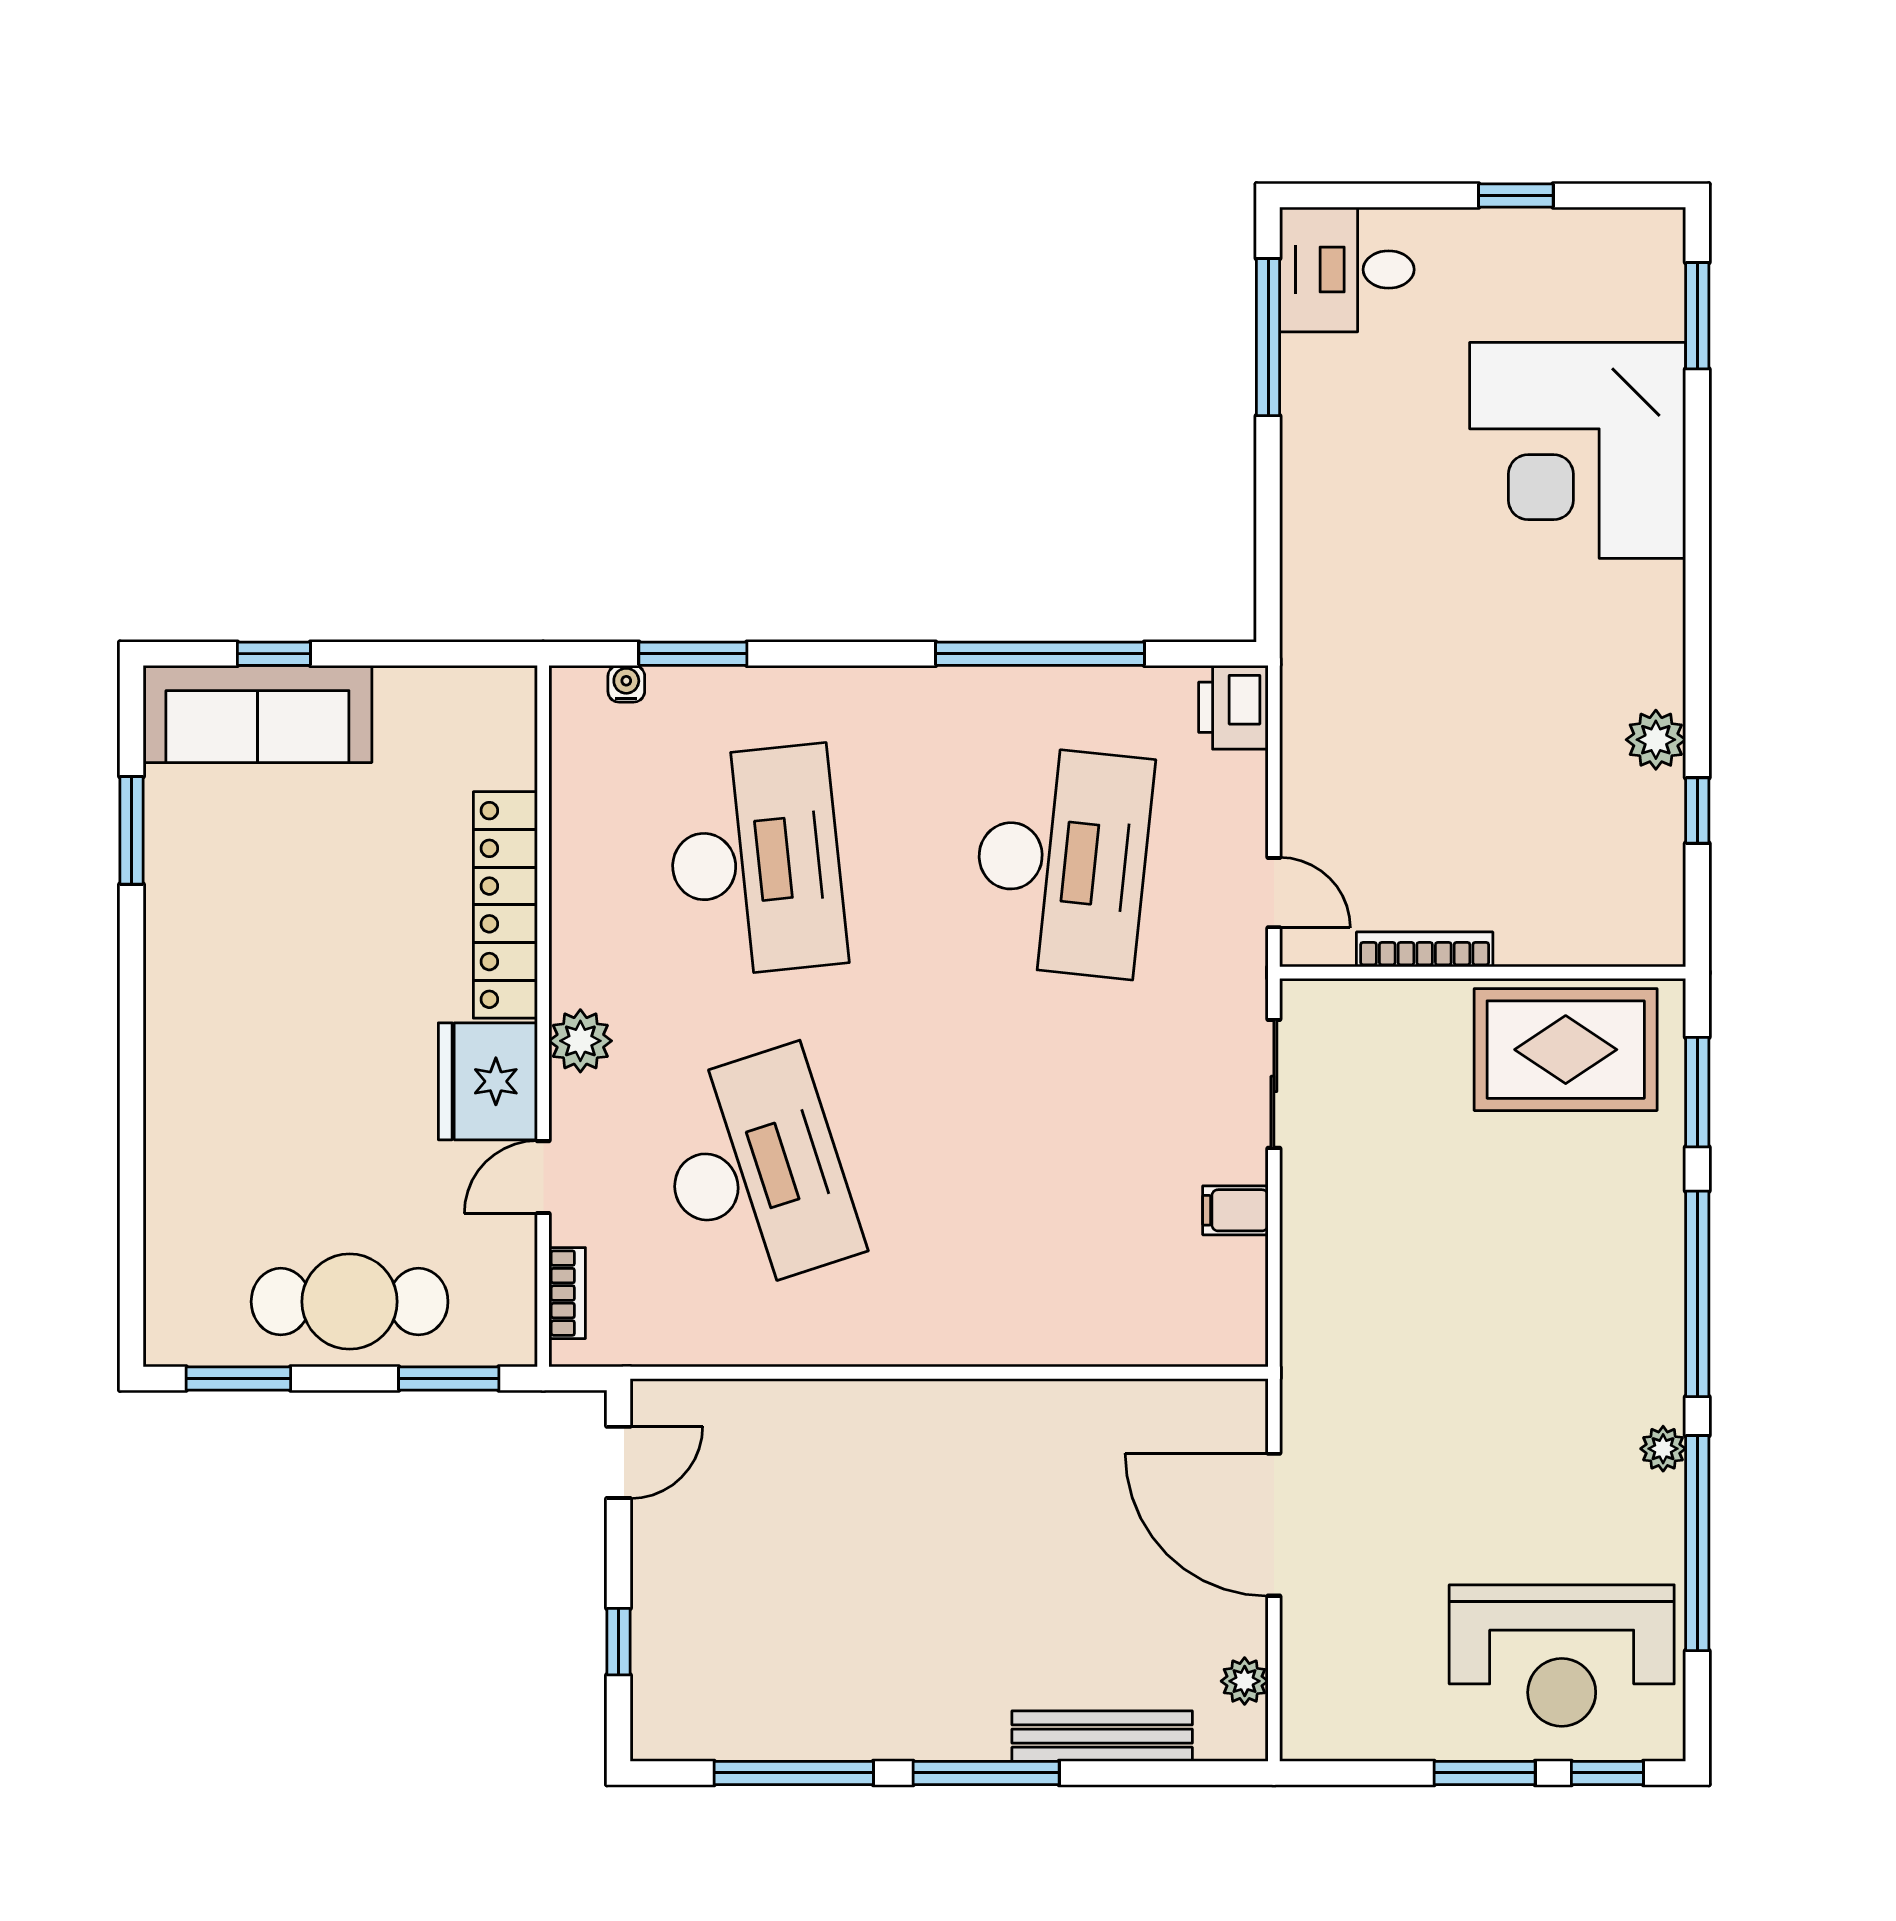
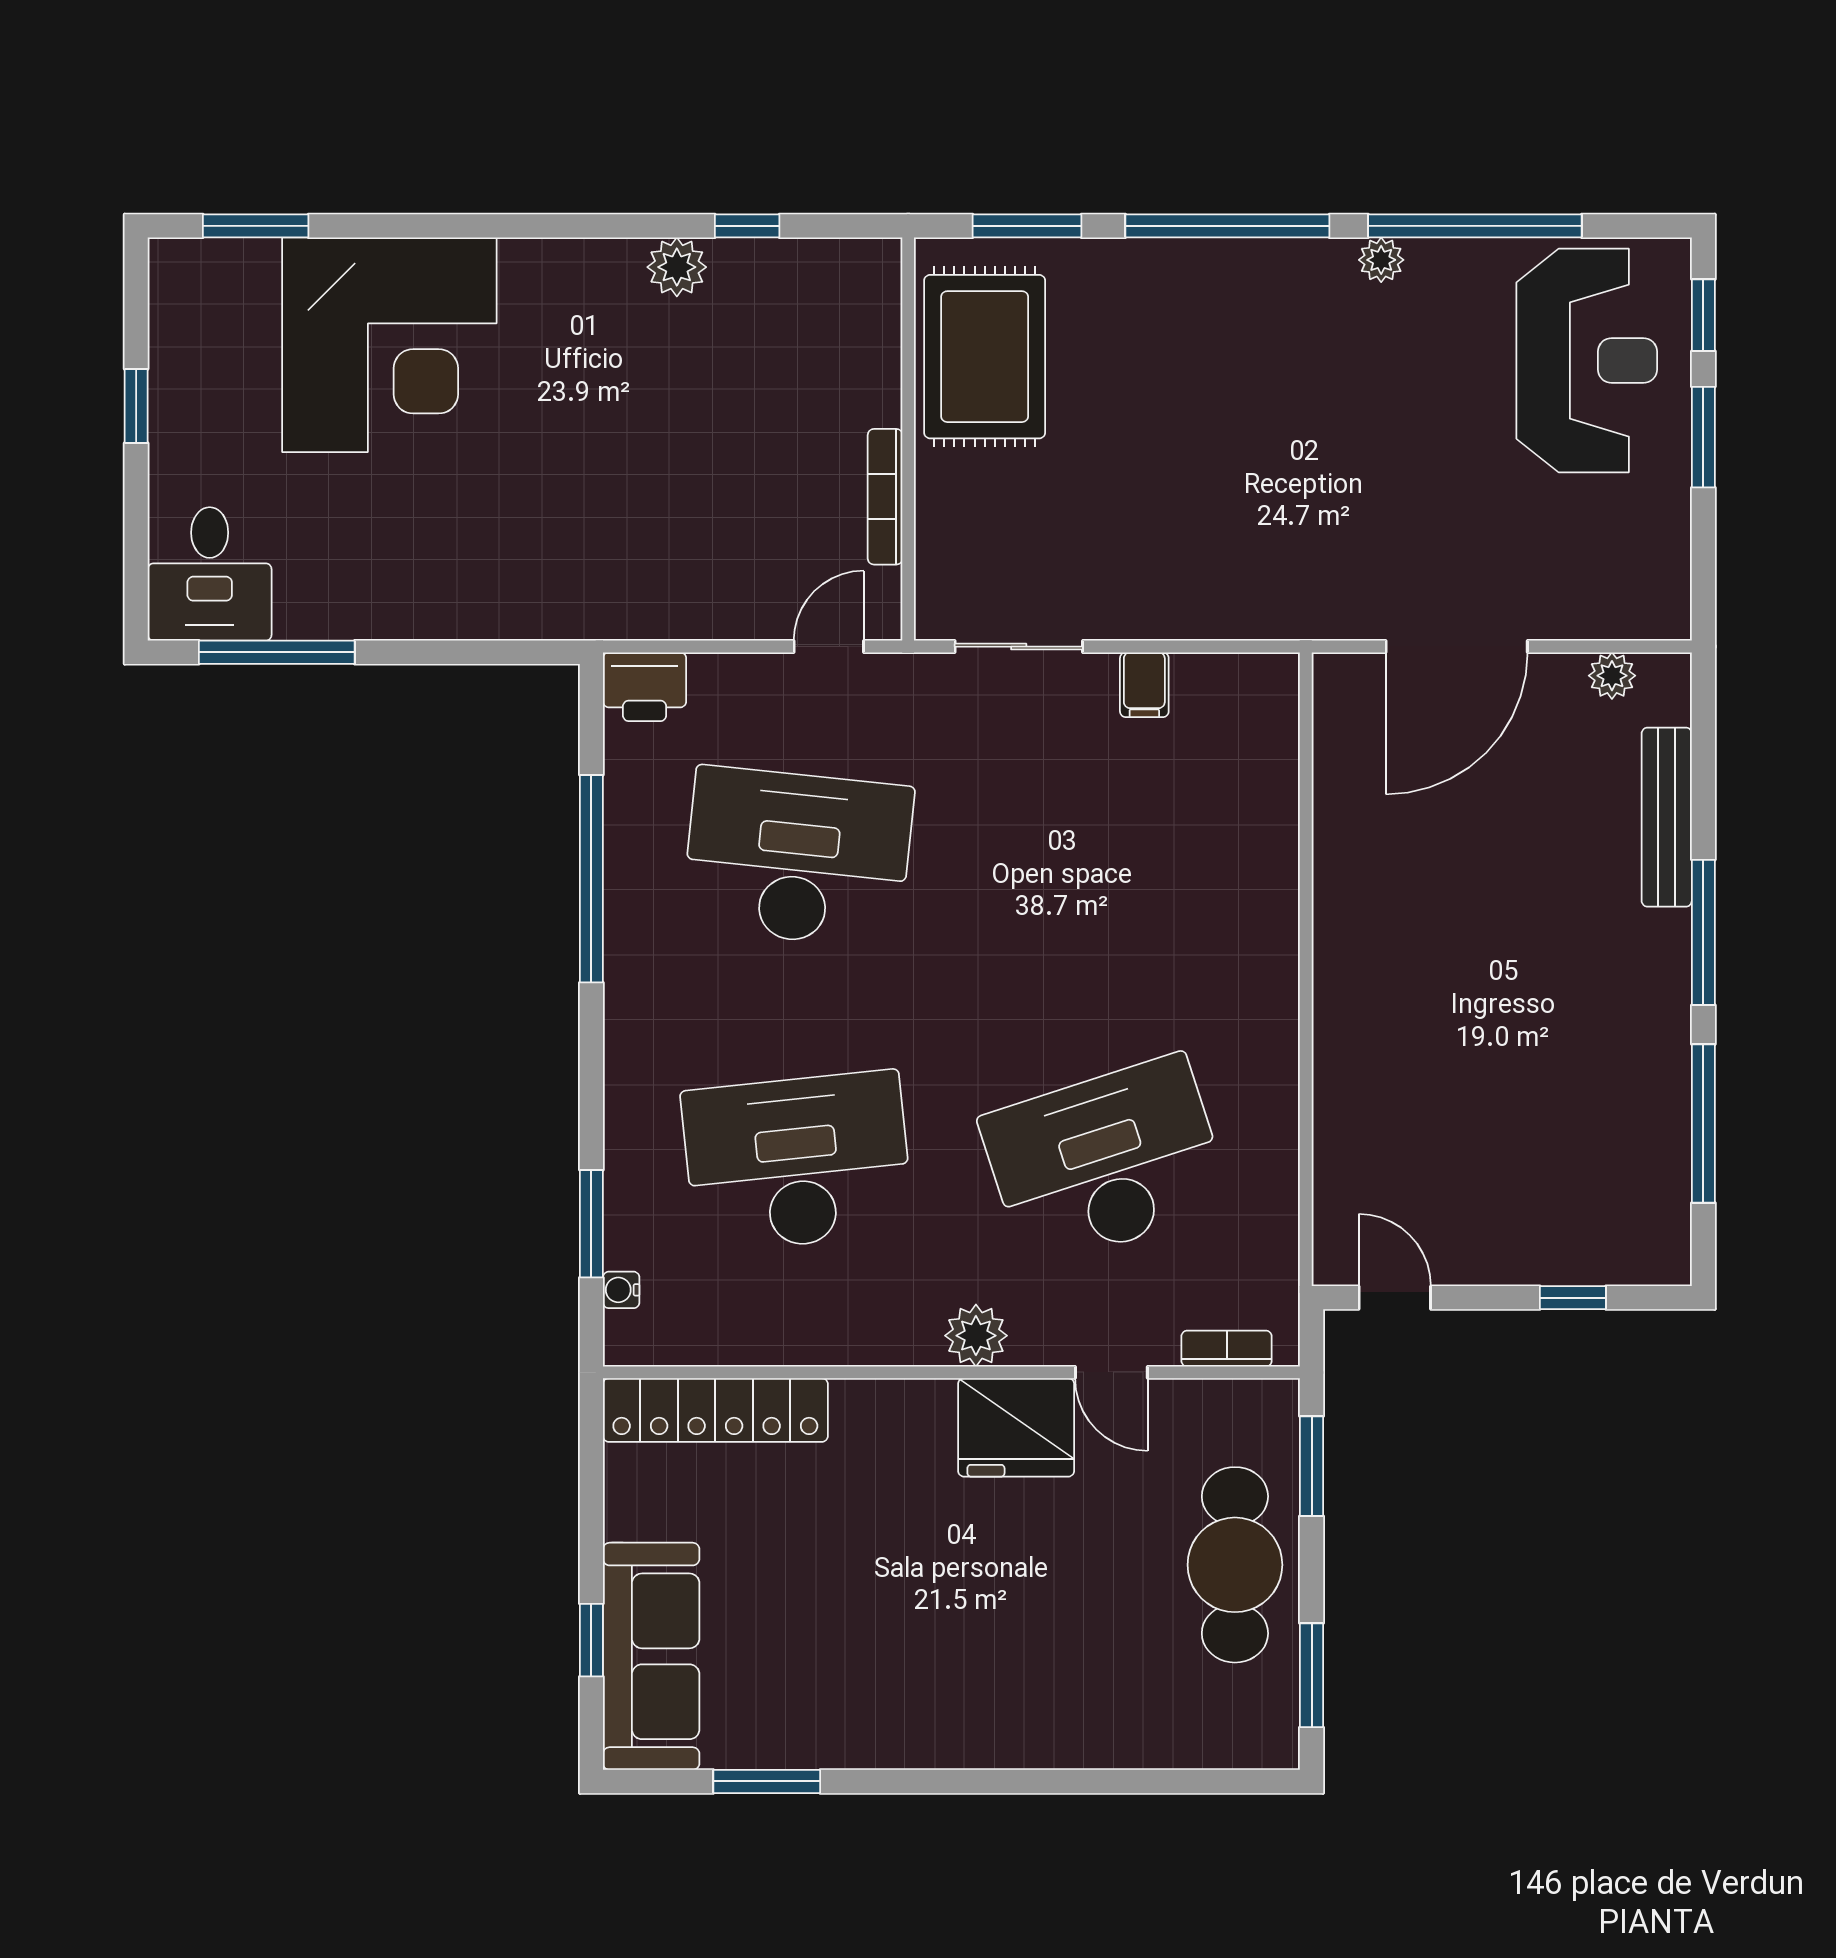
locker: (505, 905) -> (715, 1410), moved

